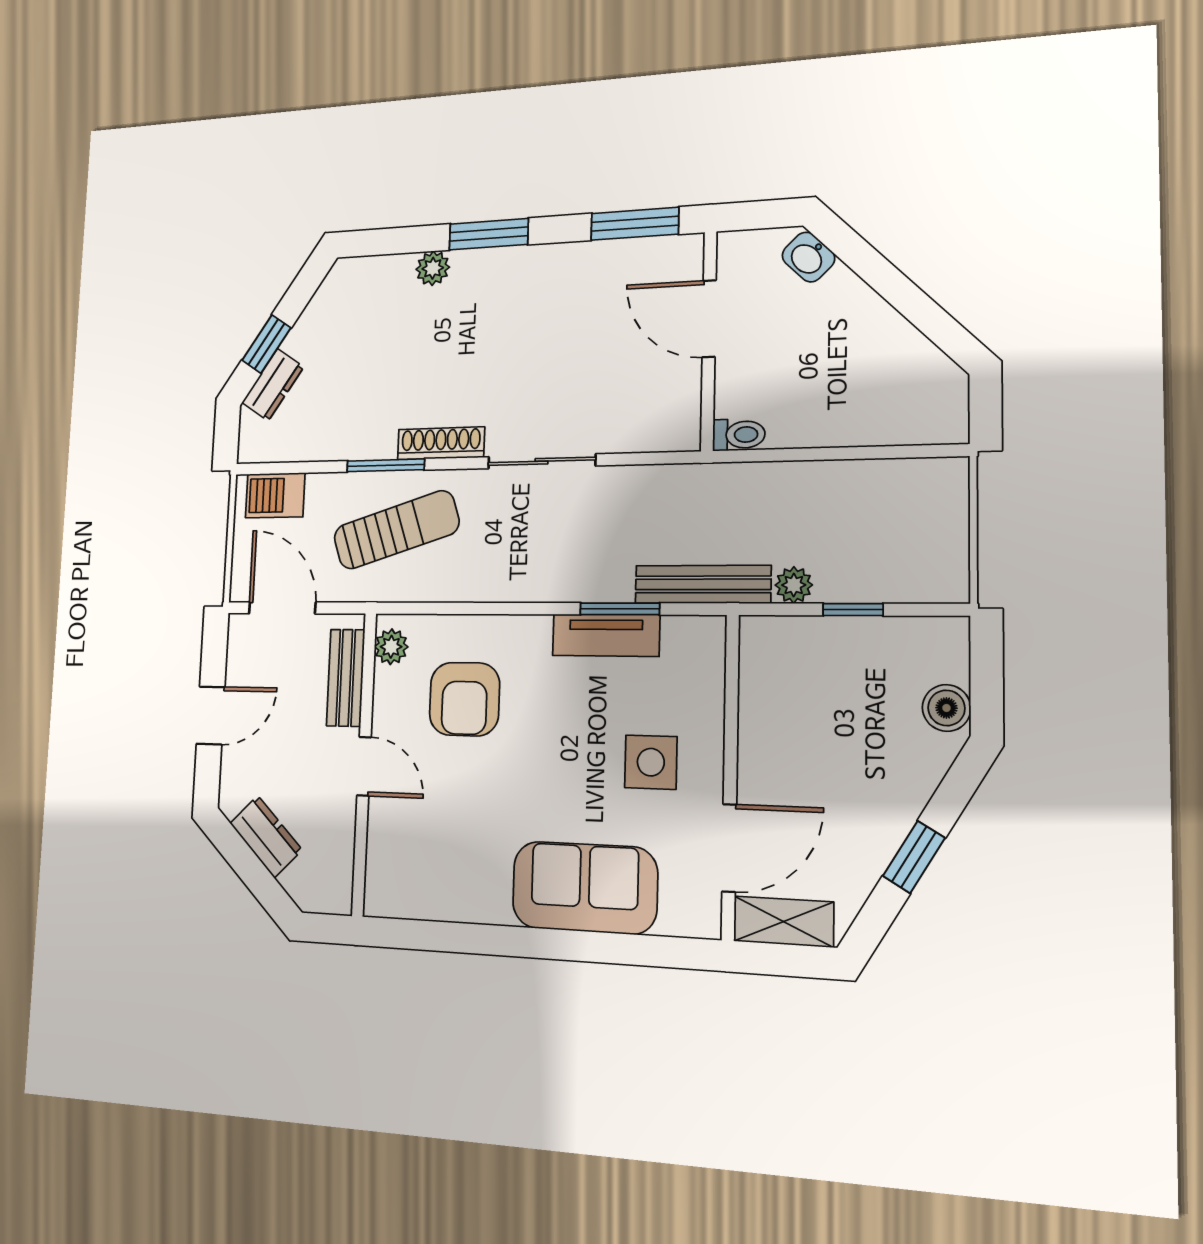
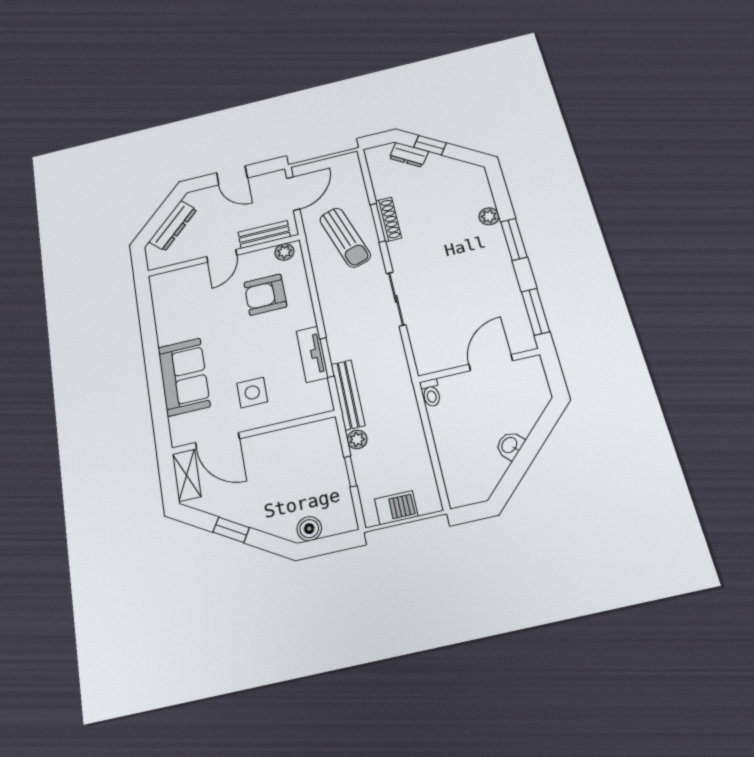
washbasin: (808, 257) -> (510, 445), moved
shoe rack: (441, 443) -> (388, 219), moved
barbecue: (275, 495) -> (396, 508), moved, turned 90
dresser: (266, 836) -> (173, 226), width x1.44

